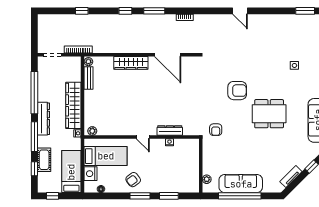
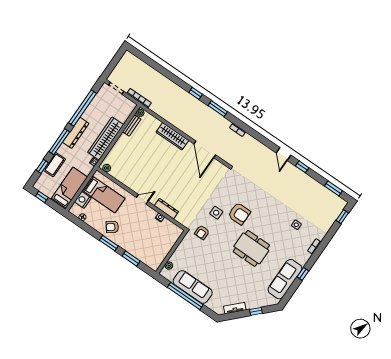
window: (82, 11) -> (302, 167), moved
side table: (216, 104) -> (216, 213), added
door: (143, 137) -> (142, 199), swing flipped

